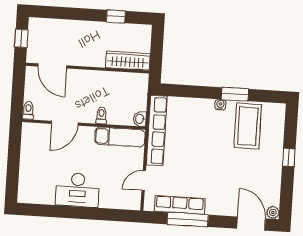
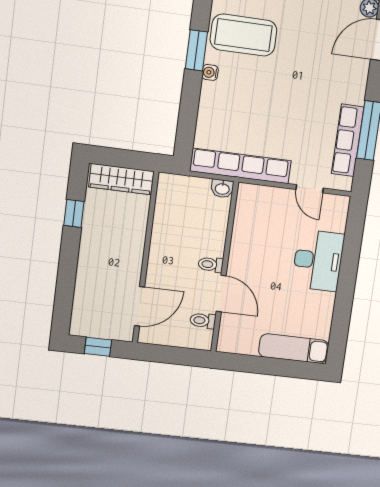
wardrobe: (128, 61) -> (121, 179), moved, turned -90
toilet: (28, 110) -> (203, 321), moved
toilet: (101, 115) -> (211, 265), moved
exam couch: (120, 137) -> (294, 349), moved, turned -90
desk: (77, 190) -> (318, 260), moved

